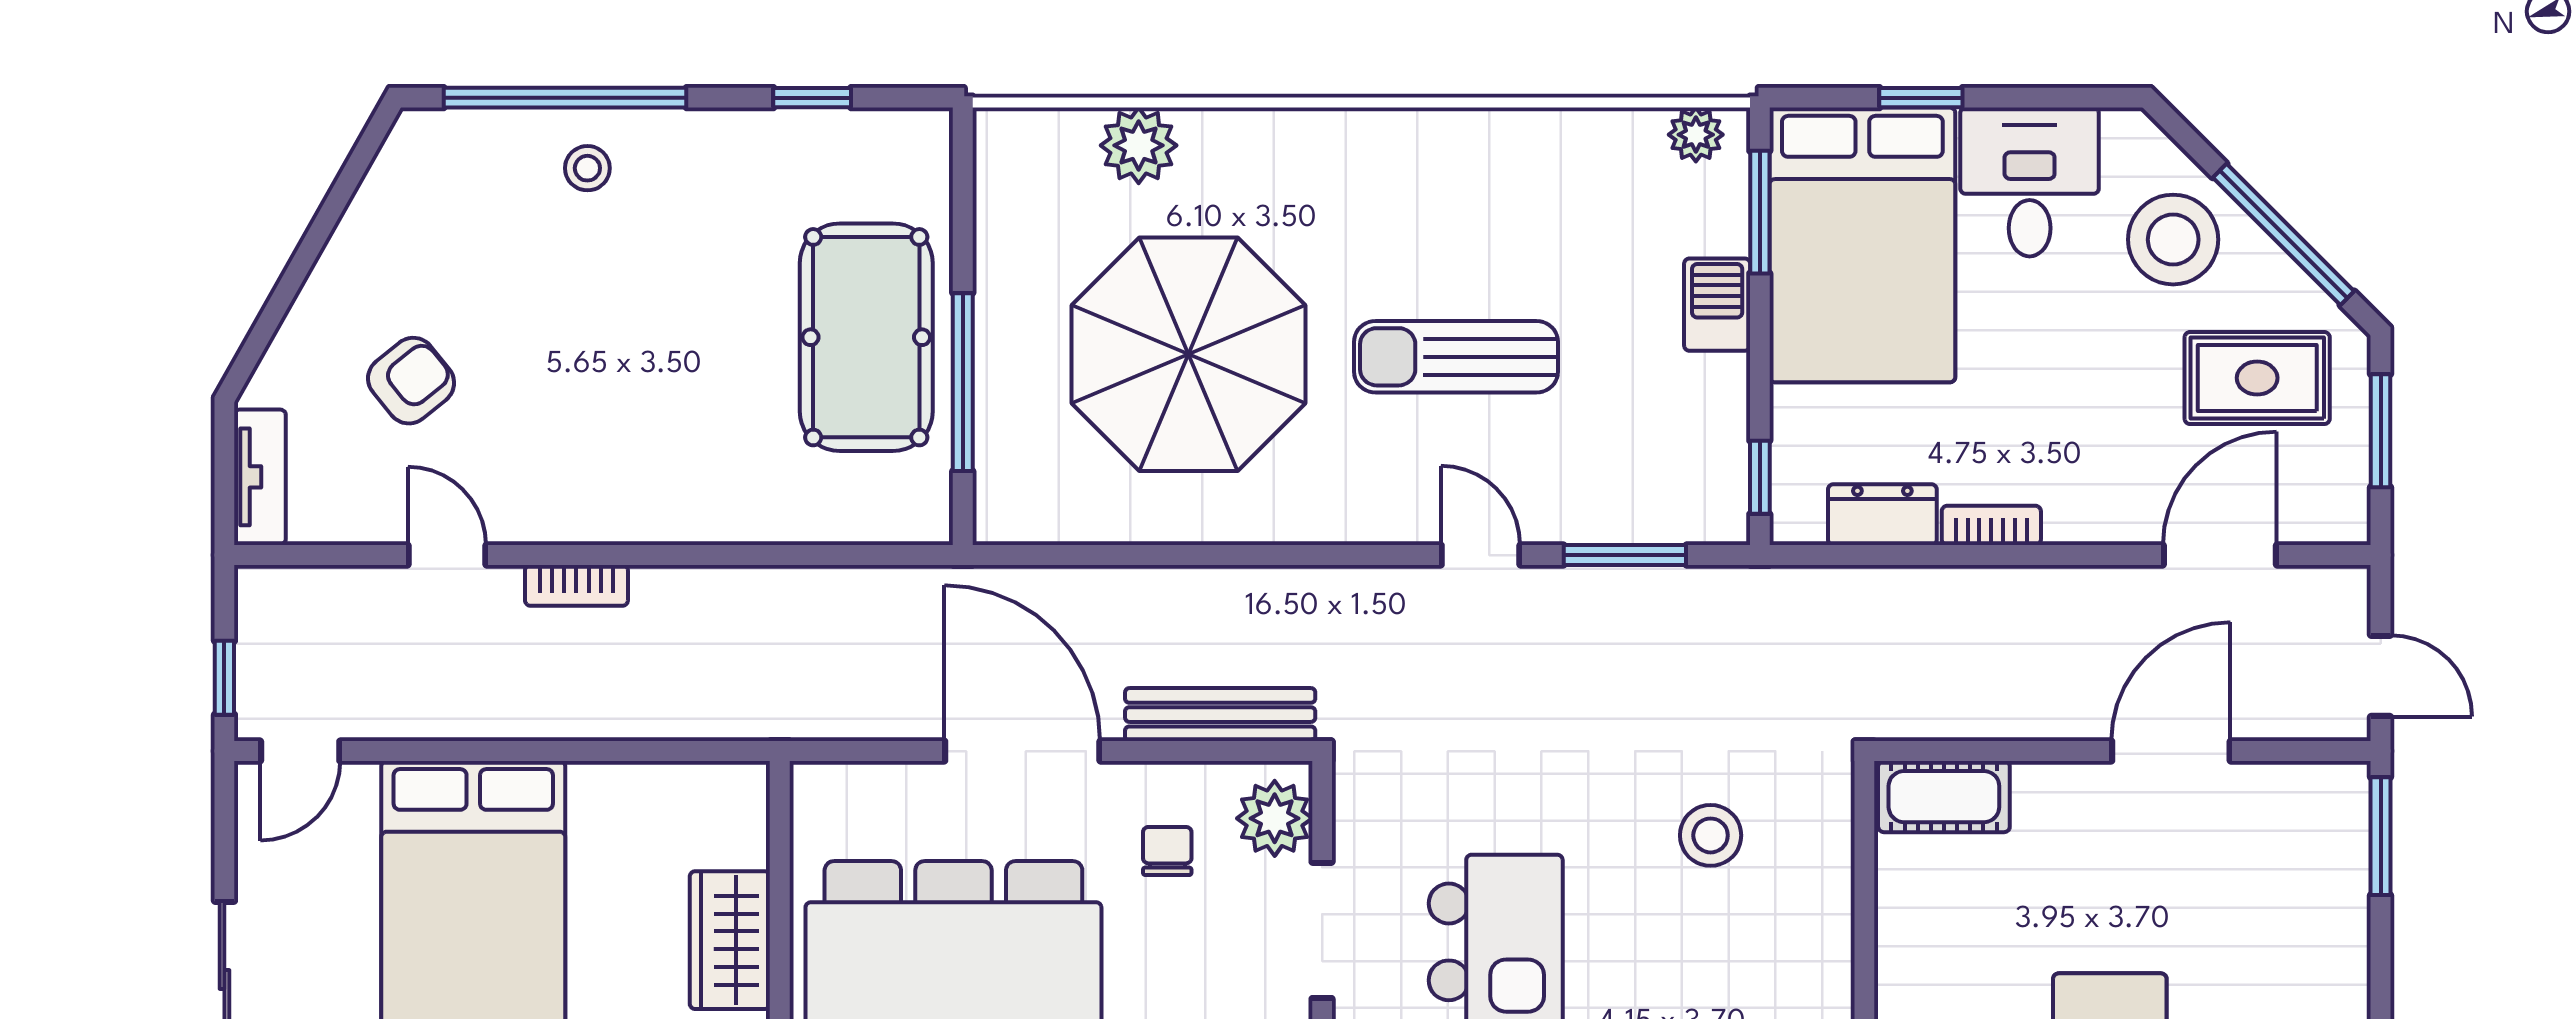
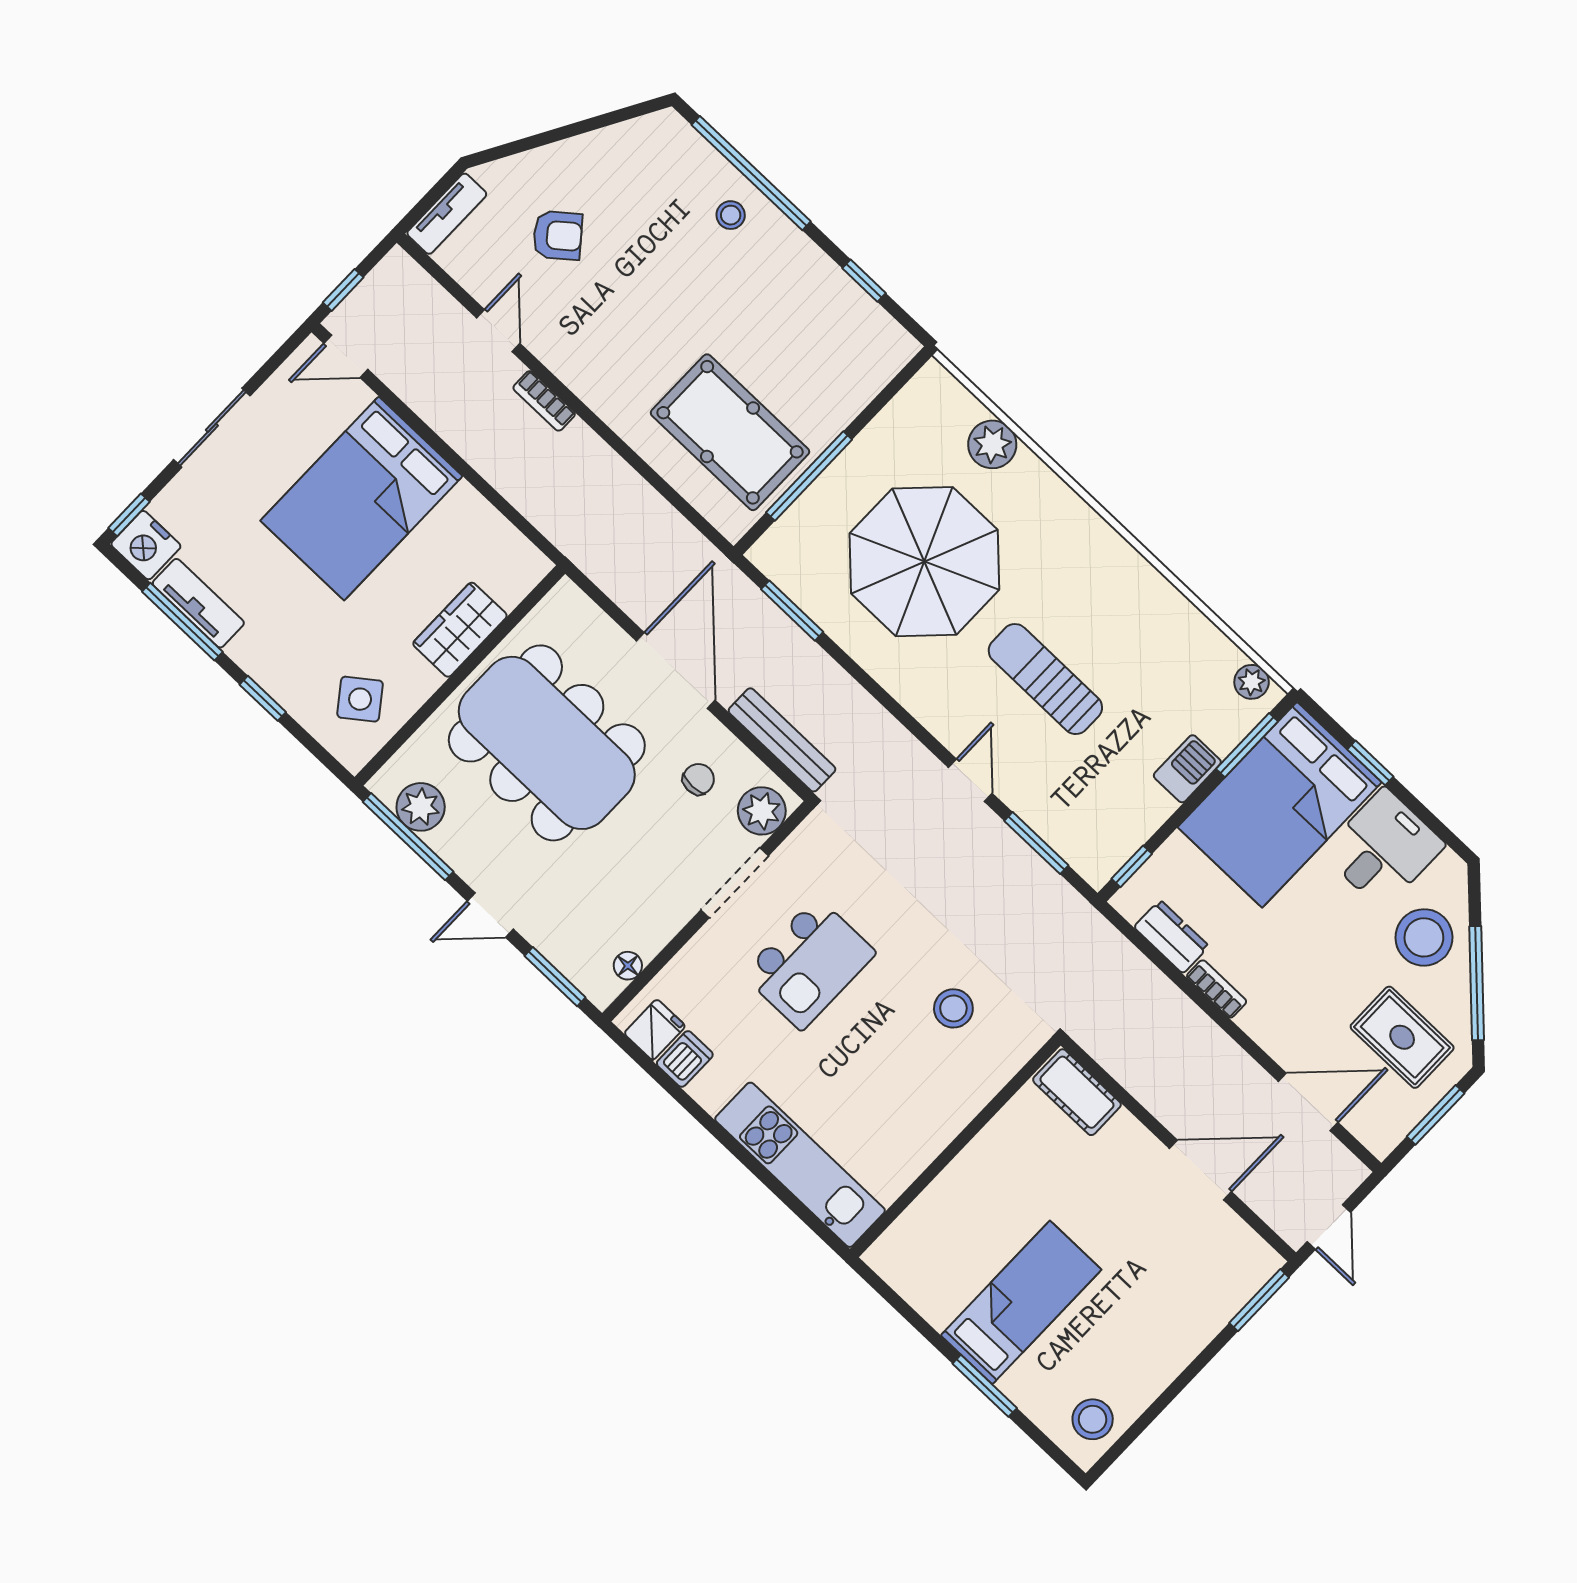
pool table: (866, 337) -> (730, 432), moved, turned 90
window: (1090, 555) -> (792, 611), added

